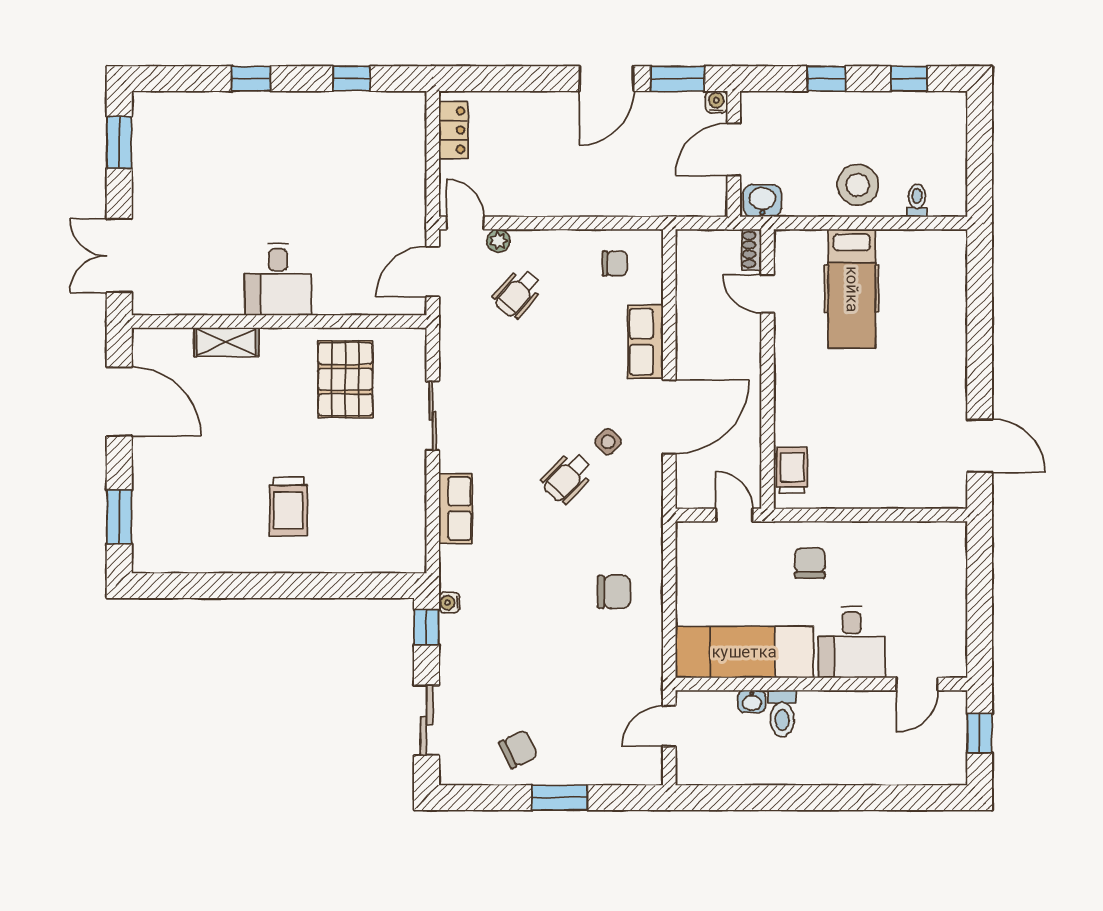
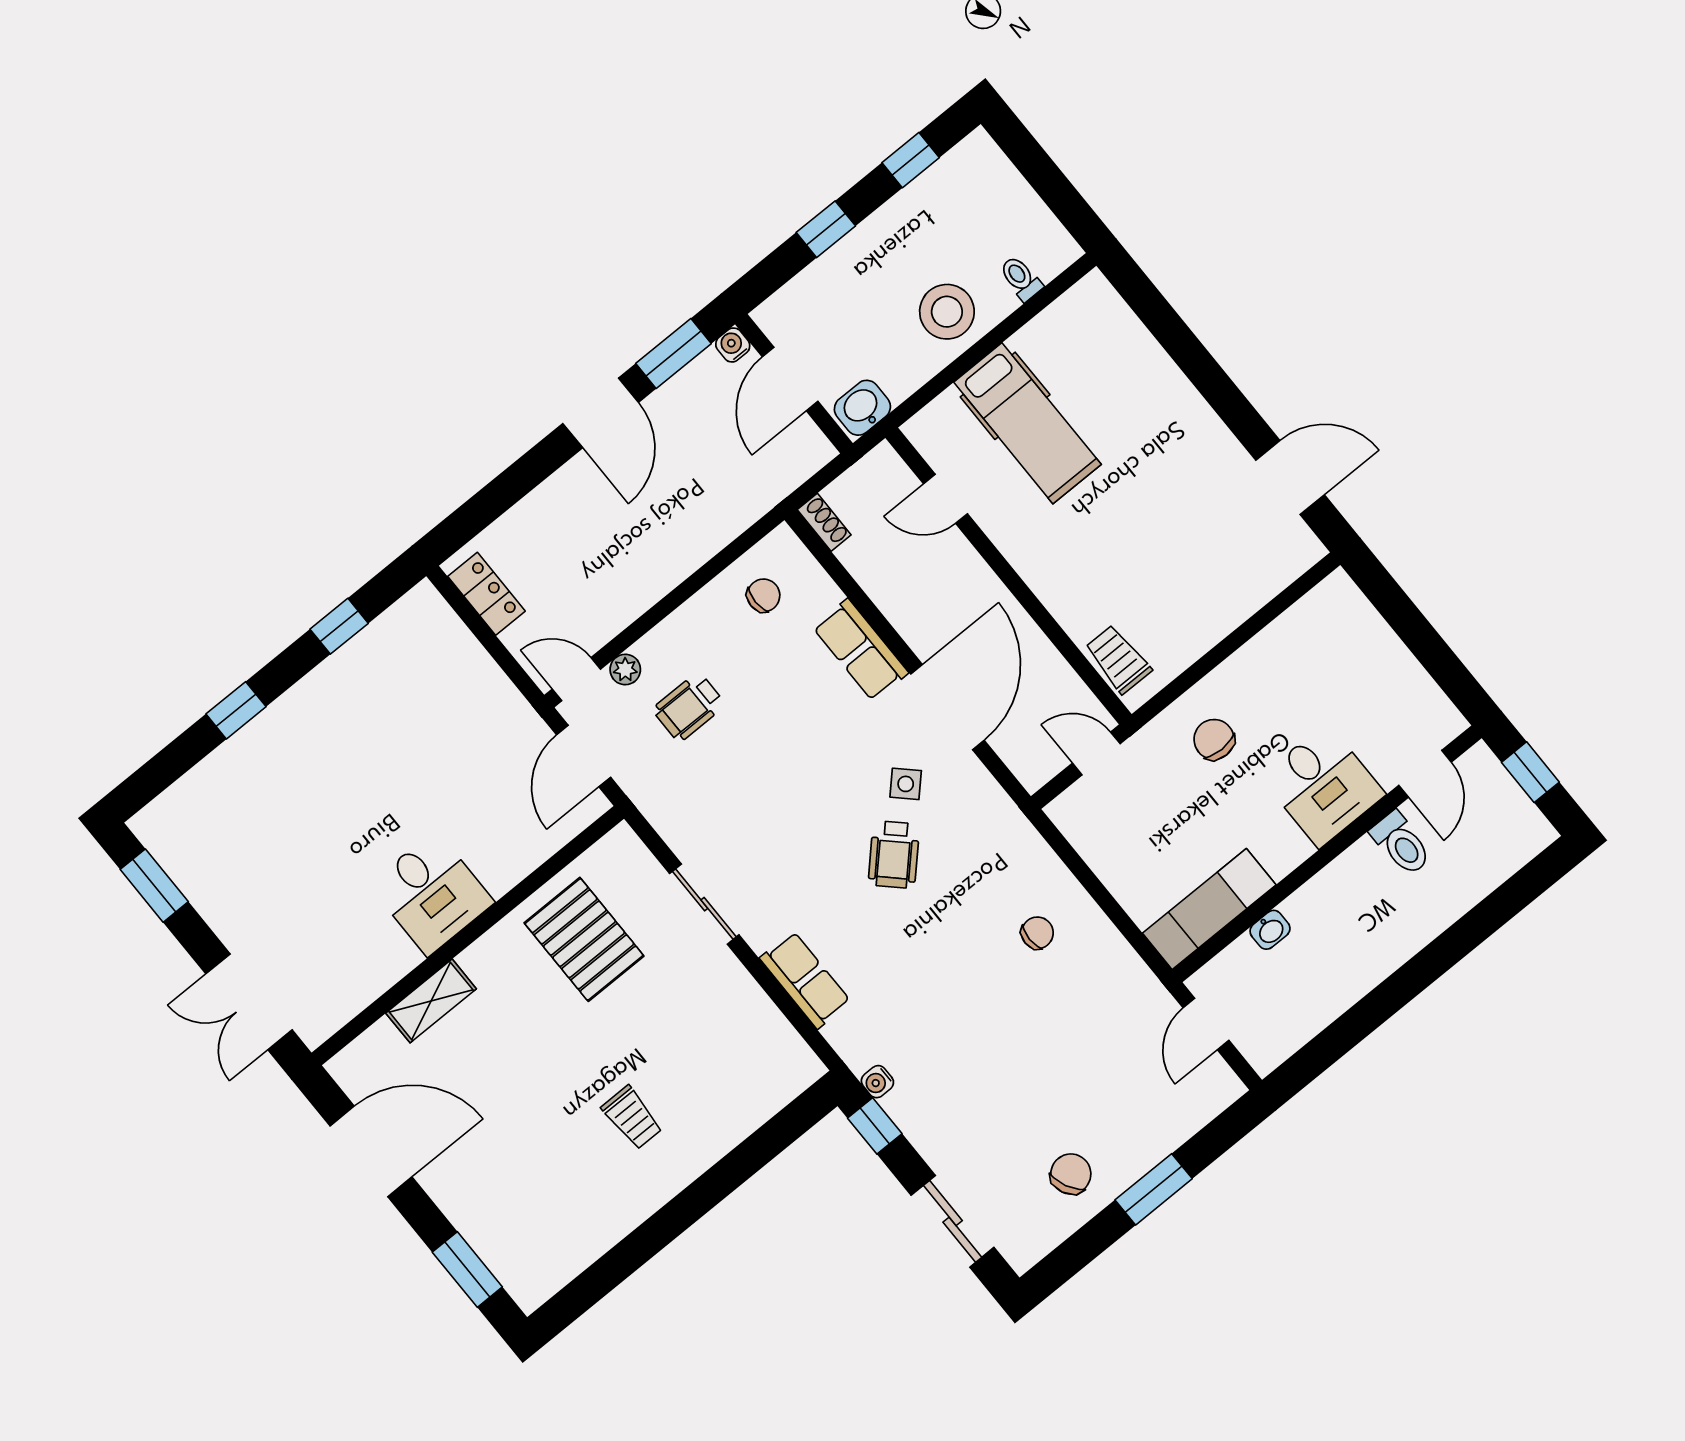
shoe rack: (752, 250) -> (824, 522), moved, turned 180
wheelchair: (518, 293) -> (689, 707), turned 49
trolley: (288, 506) -> (632, 1118), width x0.73, depth x0.72
chair: (614, 592) -> (1037, 933), width x0.73, depth x0.73
exam couch: (744, 652) -> (1209, 909), width x0.73, depth x0.69
toilet: (782, 713) -> (1401, 844), moved

